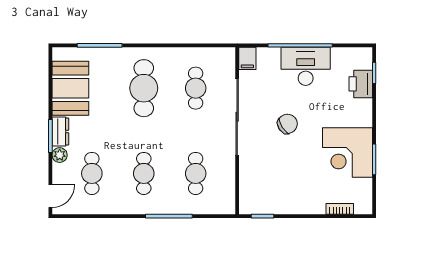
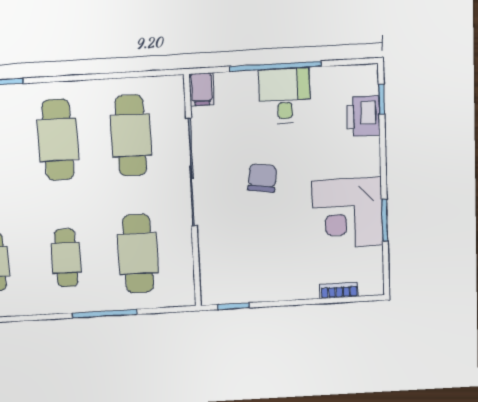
desk: (306, 66) -> (285, 96), width x0.73
cafe table: (196, 88) -> (131, 136), width x1.37, depth x1.35
chair: (287, 124) -> (262, 178), turned -49
cafe table: (196, 173) -> (138, 254), width x1.37, depth x1.35

